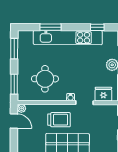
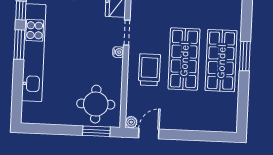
window: (50, 27) -> (19, 45), moved
window: (14, 49) -> (46, 129), removed
round table: (45, 79) -> (96, 104), moved

